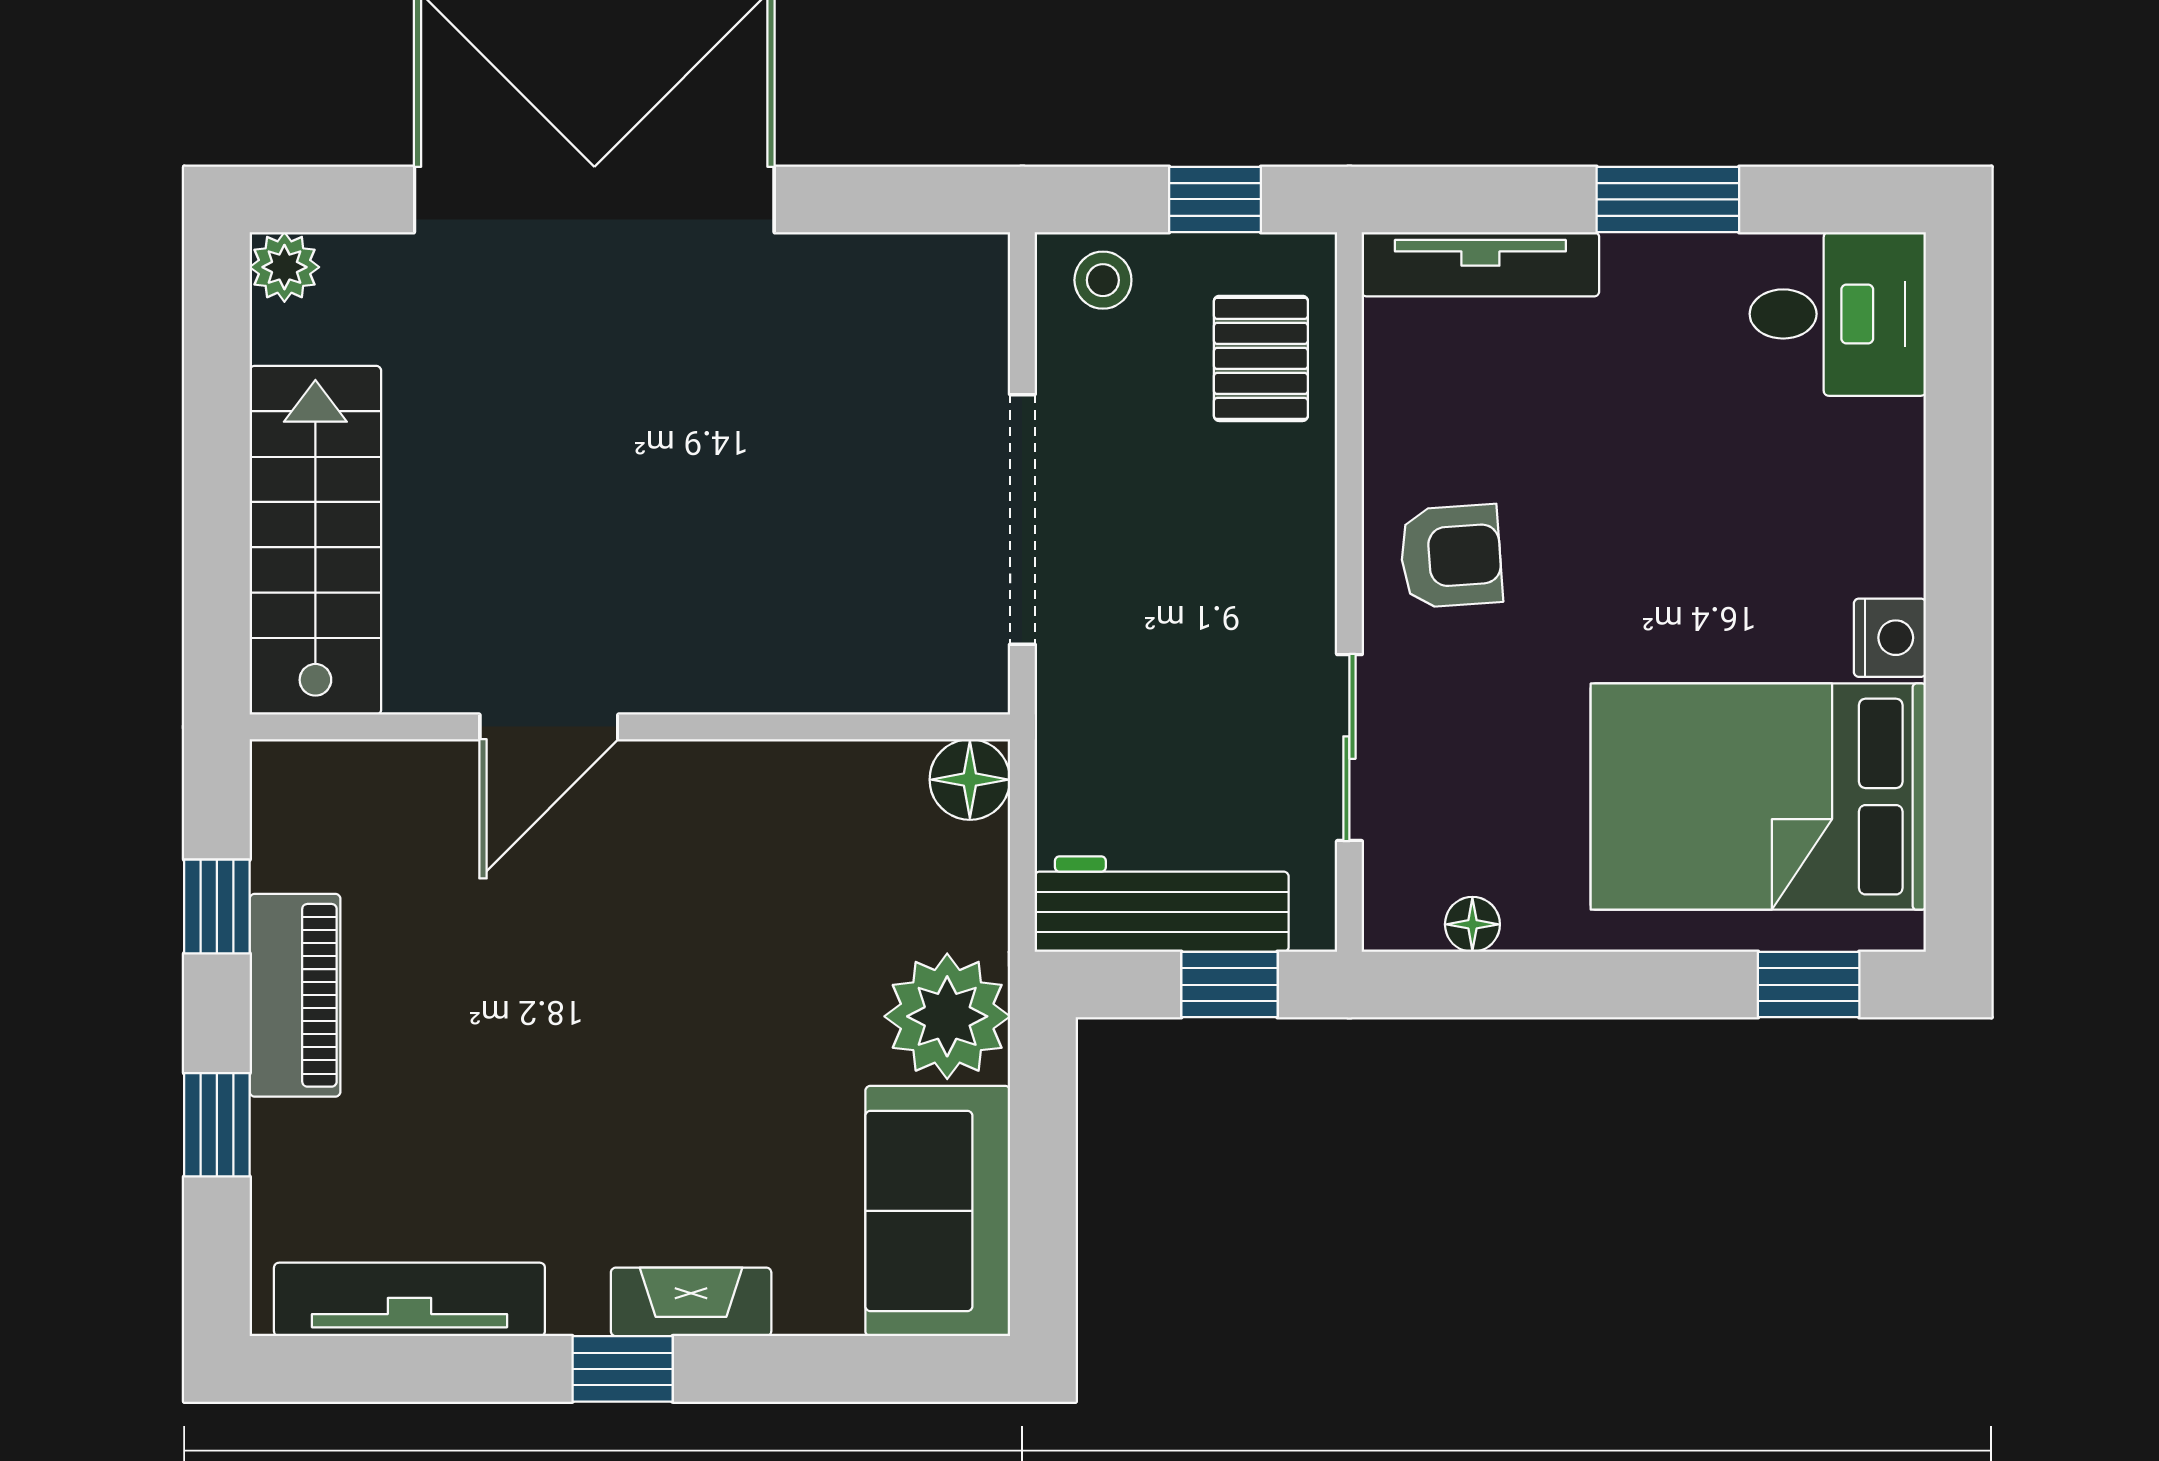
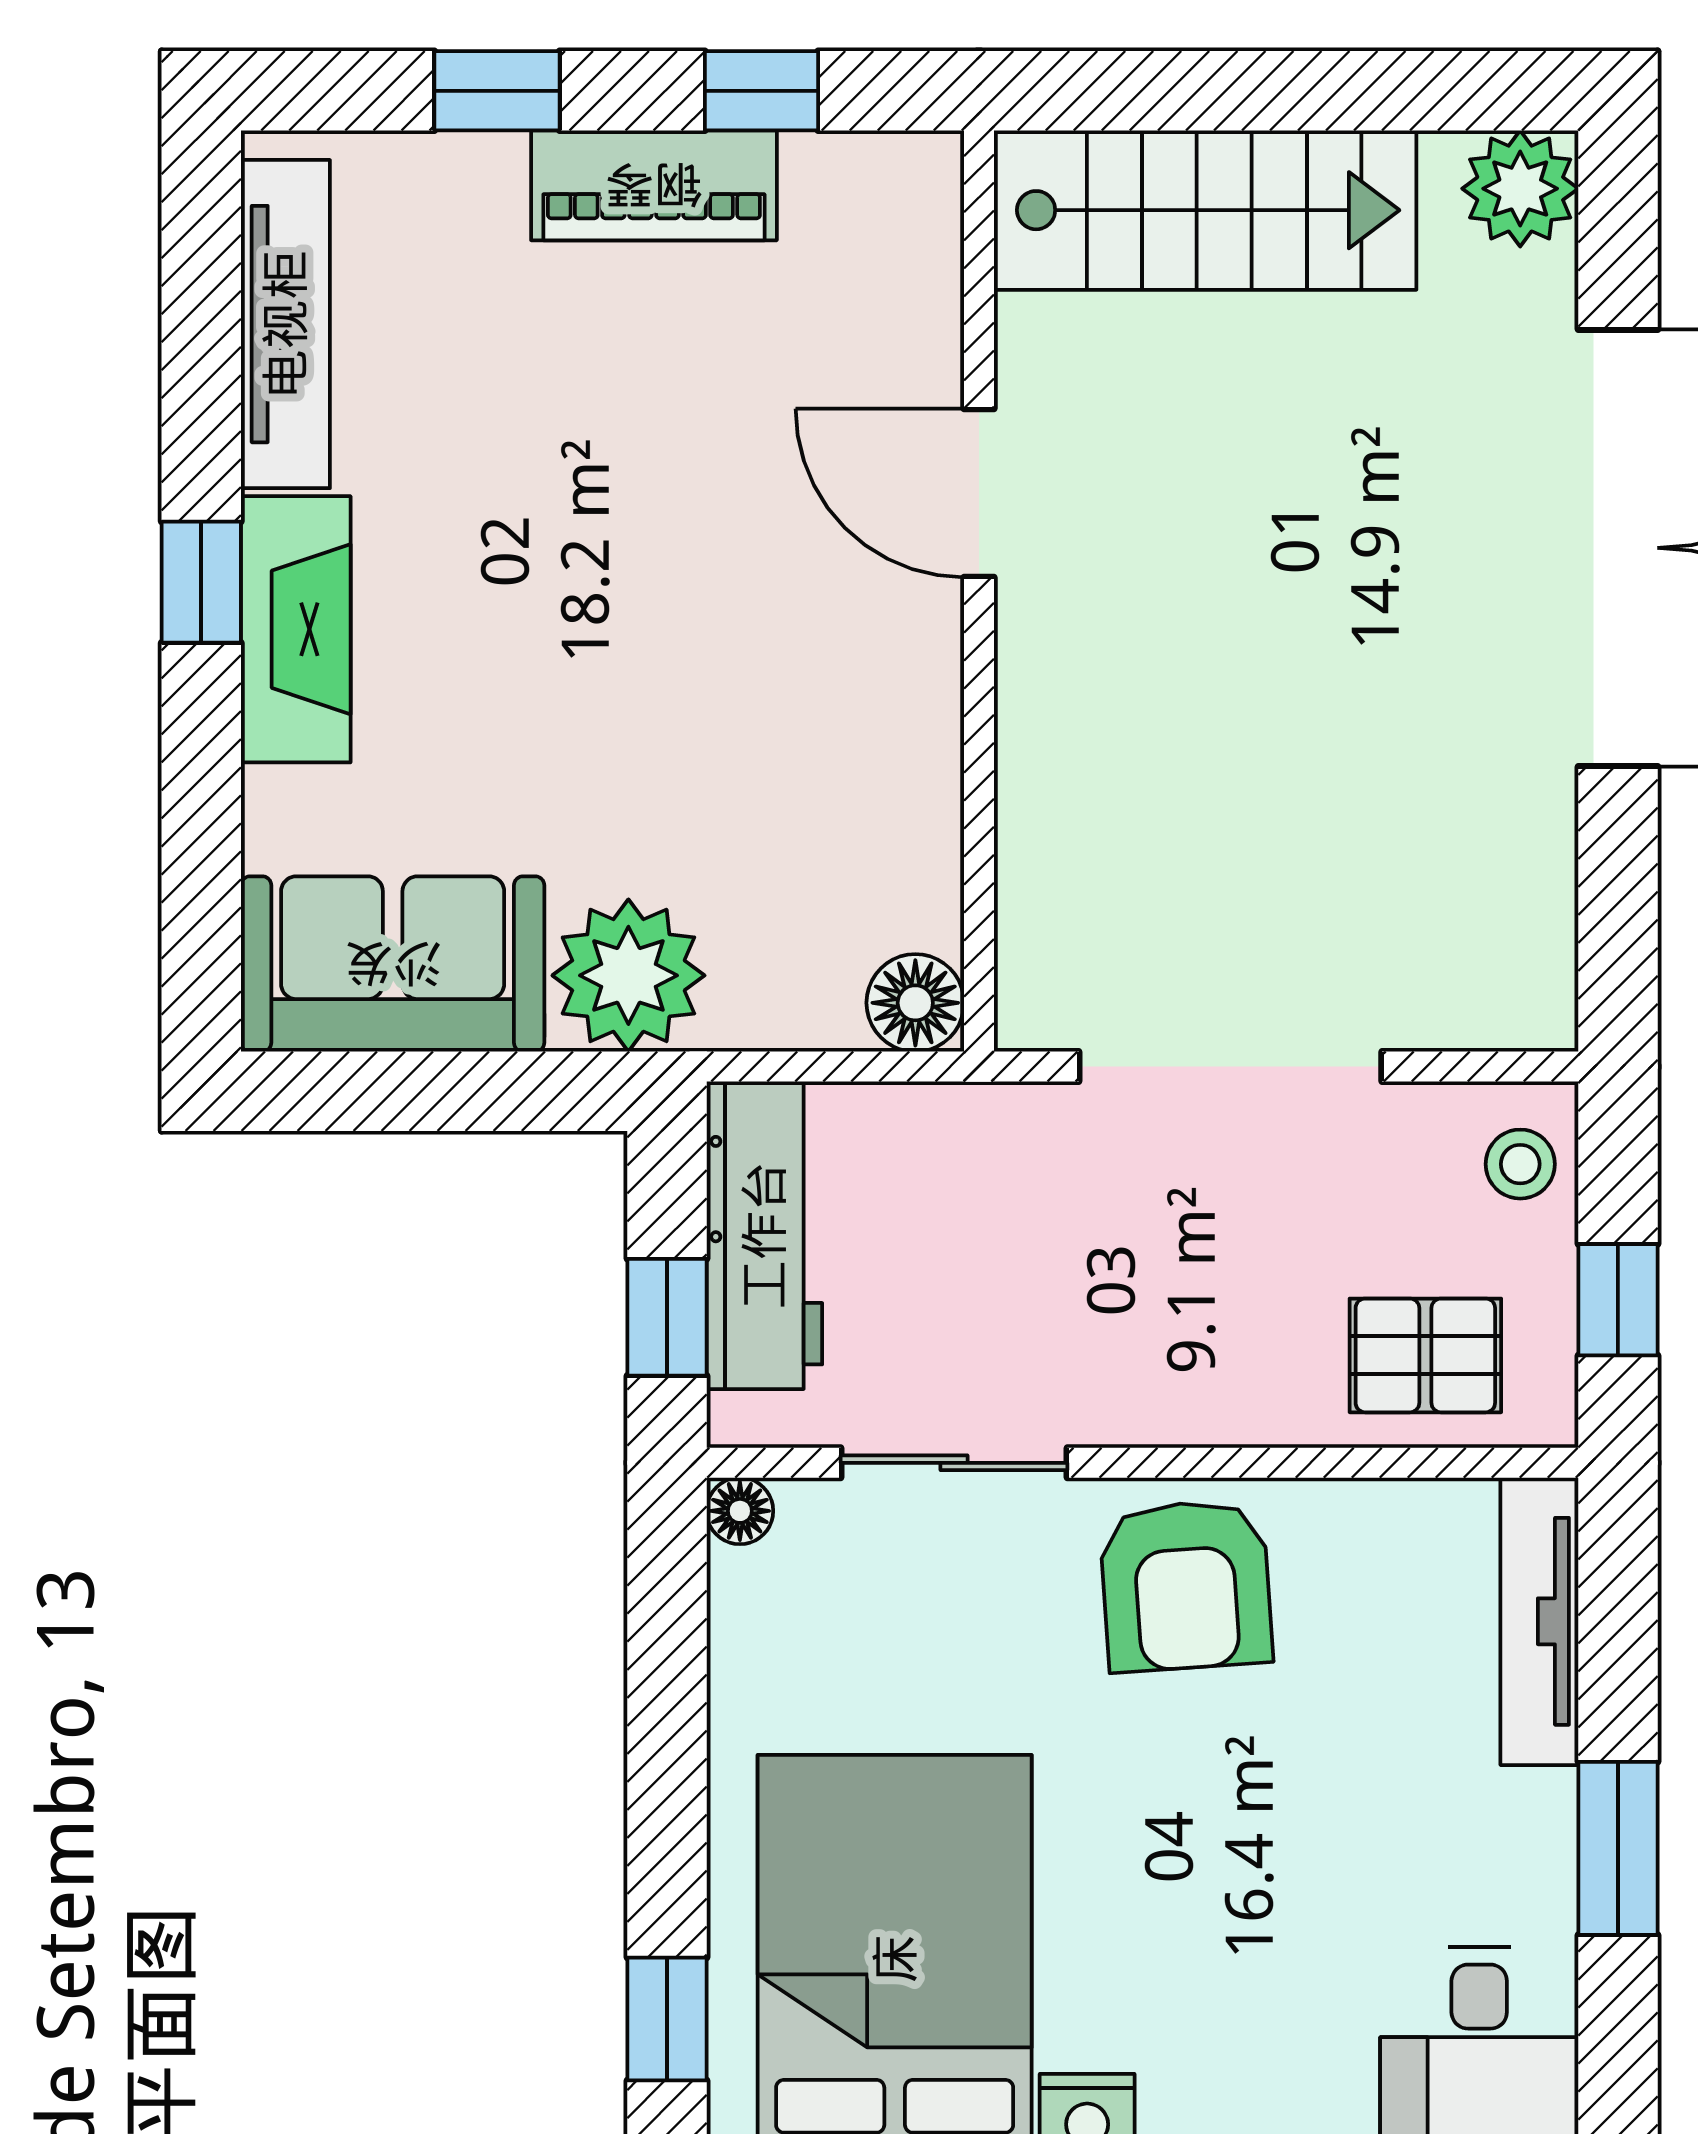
plant: (284, 267) -> (1520, 189), width x1.38, depth x1.38
armchair: (1451, 556) -> (1186, 1586), width x1.38, depth x1.38
floor lamp: (1472, 924) -> (740, 1511), moved
fireplace: (691, 1302) -> (296, 629), width x1.37, depth x1.32

